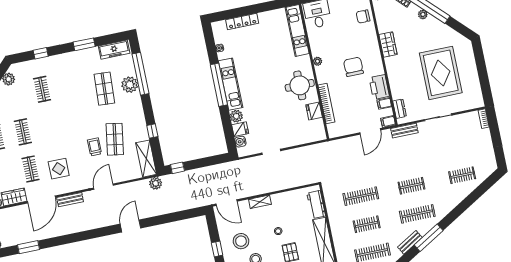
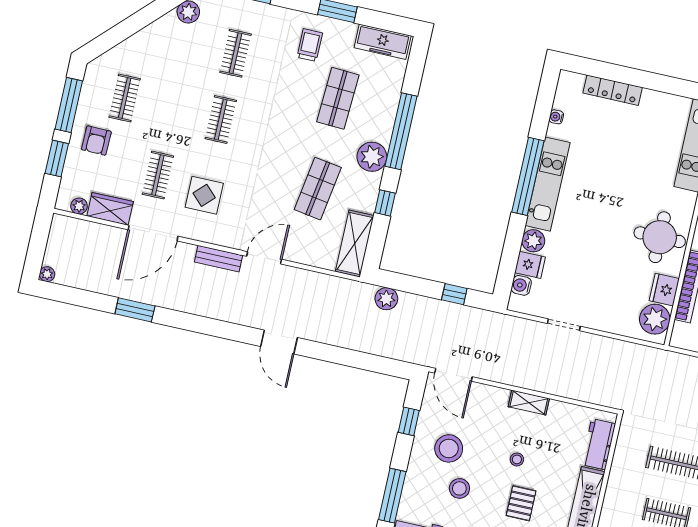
window: (140, 74) -> (401, 131), moved
plant: (130, 85) -> (372, 157), moved
plant: (316, 128) -> (655, 319), added
clothes rail: (23, 132) -> (221, 120), moved
trolley: (95, 147) -> (310, 45), moved
window: (177, 168) -> (454, 294), moved
plant: (156, 183) -> (386, 299), moved
bench: (70, 200) -> (219, 259), moved
shelving: (260, 202) -> (529, 403), moved
door: (130, 226) -> (279, 342), swing flipped
window: (29, 247) -> (135, 310), moved
window: (217, 249) -> (409, 421), moved

